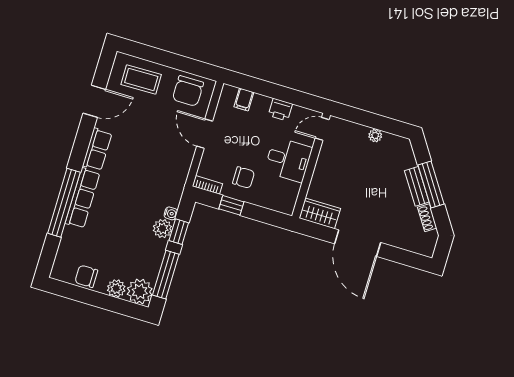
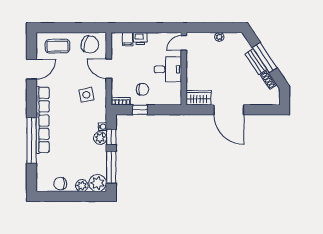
chair: (188, 91) -> (90, 44), turned -73
printer: (280, 110) -> (140, 39), moved
side table: (161, 161) -> (86, 95), added

